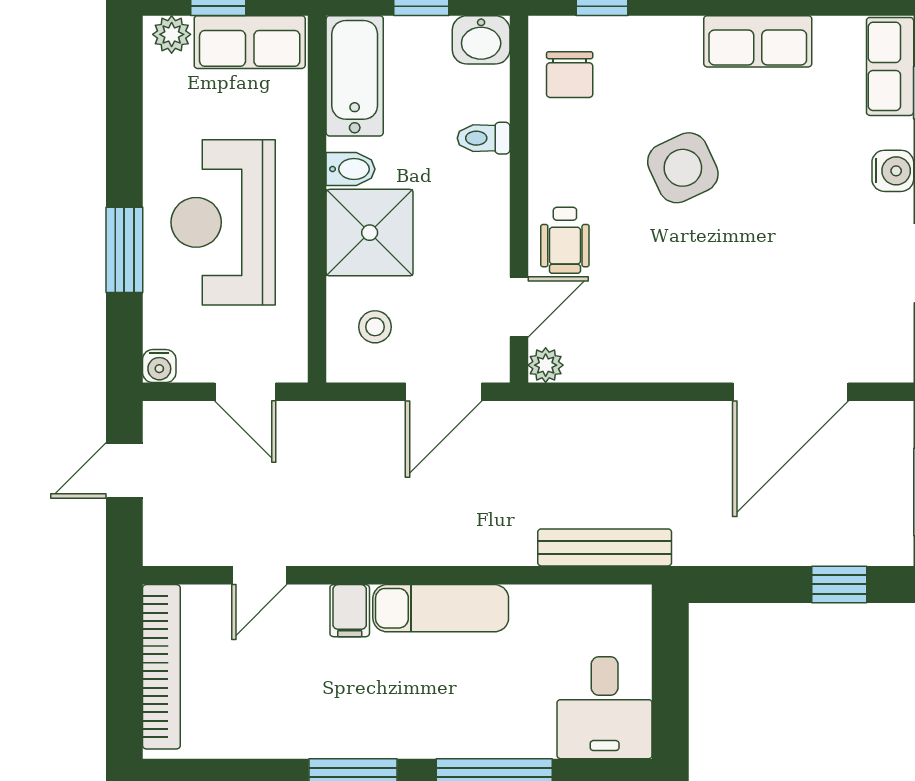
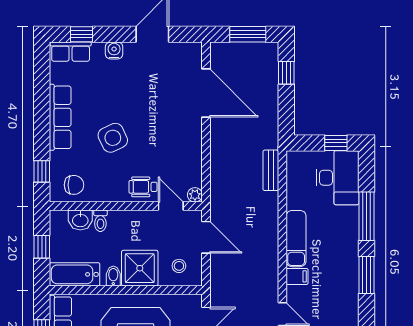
washbasin: (481, 40) -> (80, 220), moved, turned 90
row of seats: (758, 41) -> (60, 117), width x1.48
wheelchair: (565, 240) -> (143, 187), turned 180
bench: (605, 547) -> (271, 170), width x0.73
window: (670, 704) -> (336, 143), added
desk: (605, 708) -> (337, 178), width x1.37

